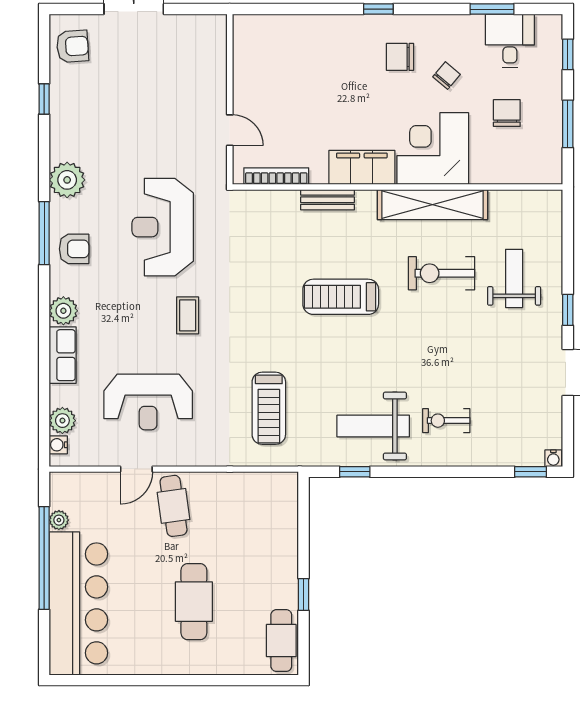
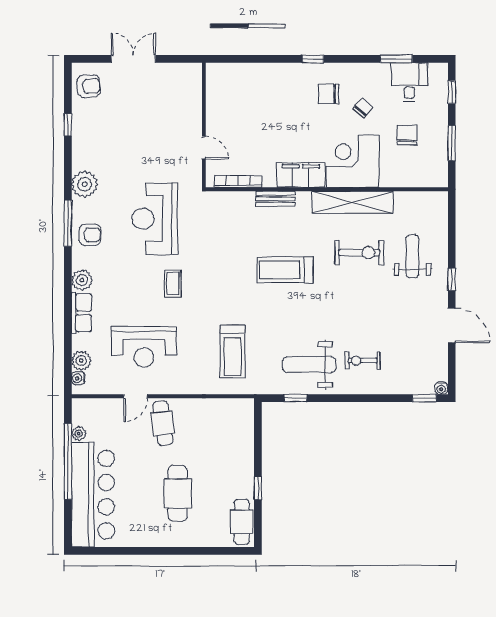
exercise bike: (442, 273) -> (359, 253), turned 180

